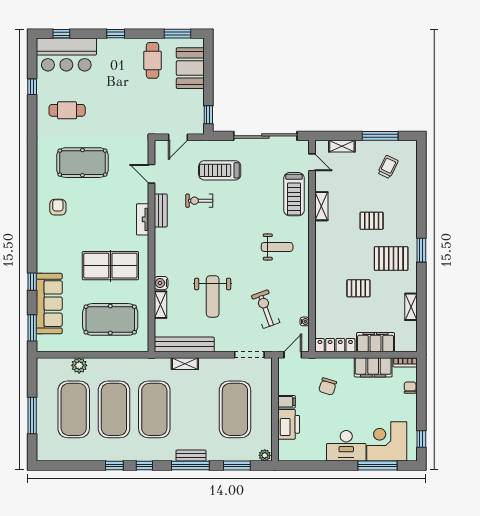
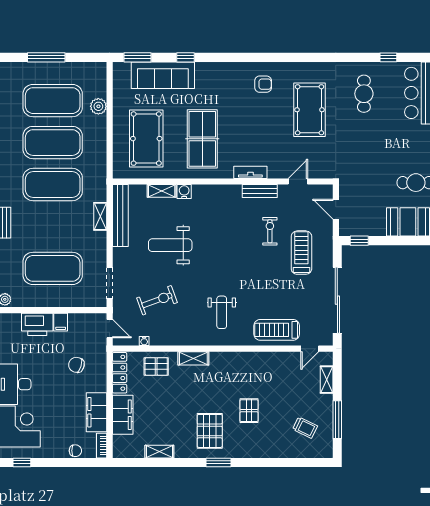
shelving: (321, 206) -> (193, 358), moved
pallet: (358, 288) -> (156, 367), moved, turned 90

